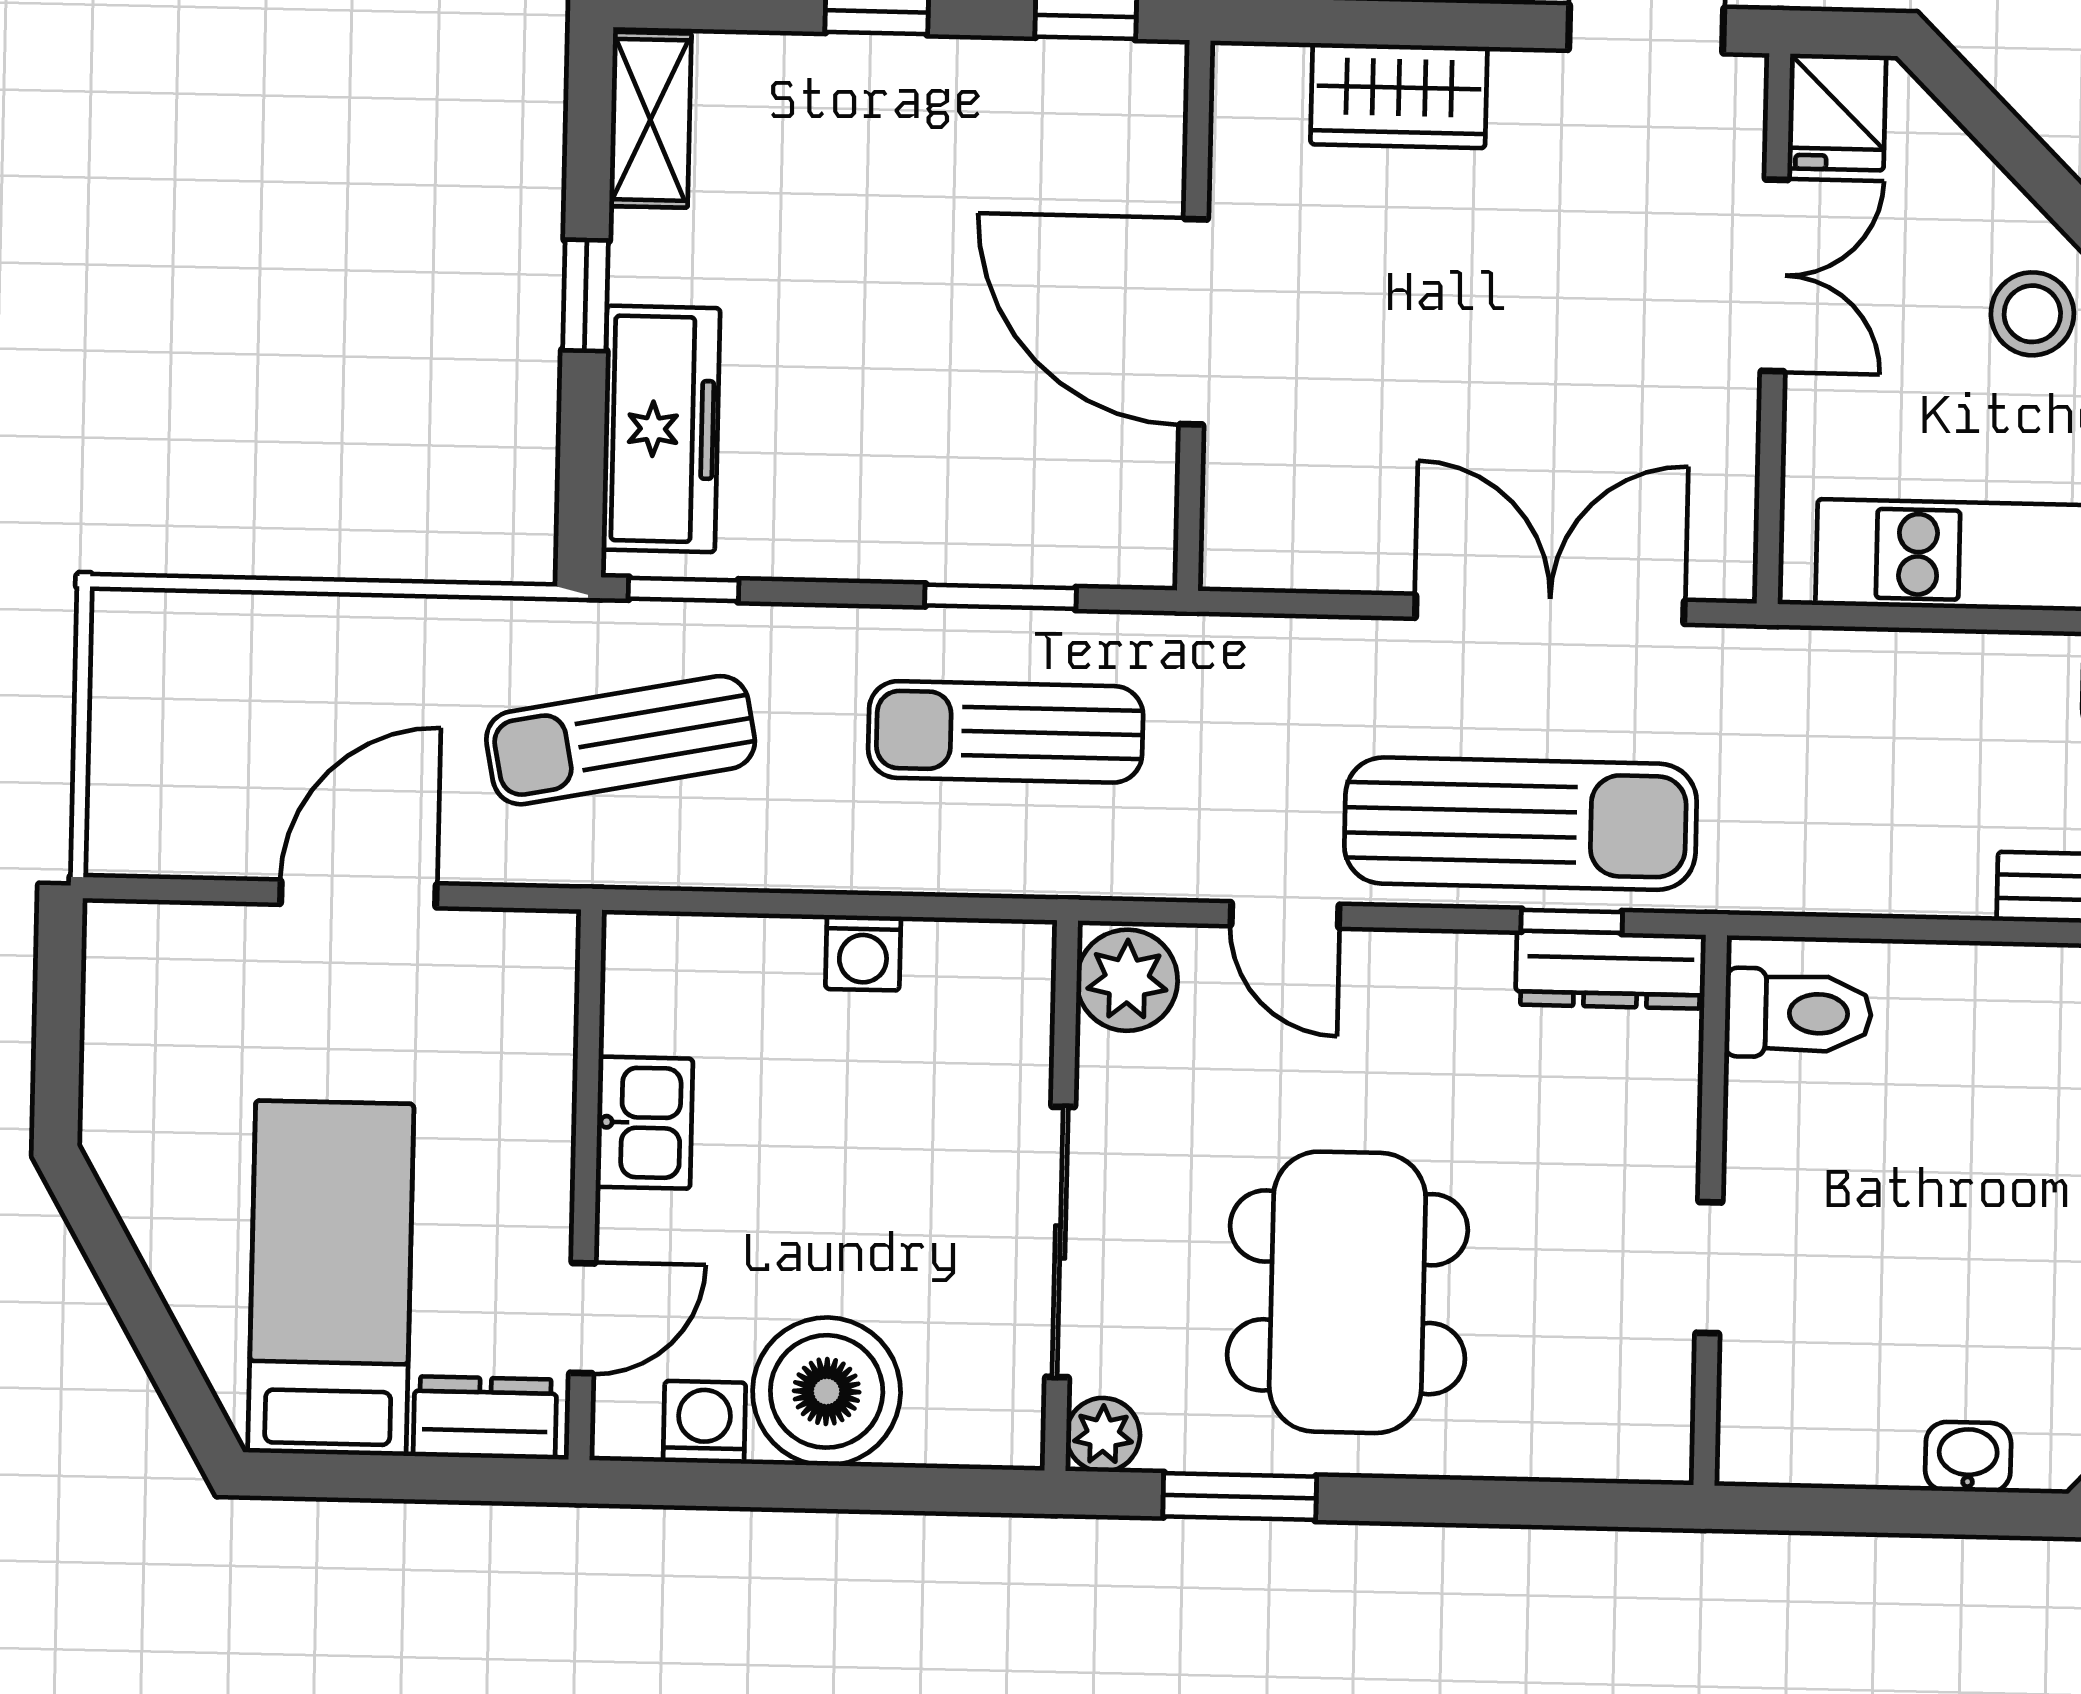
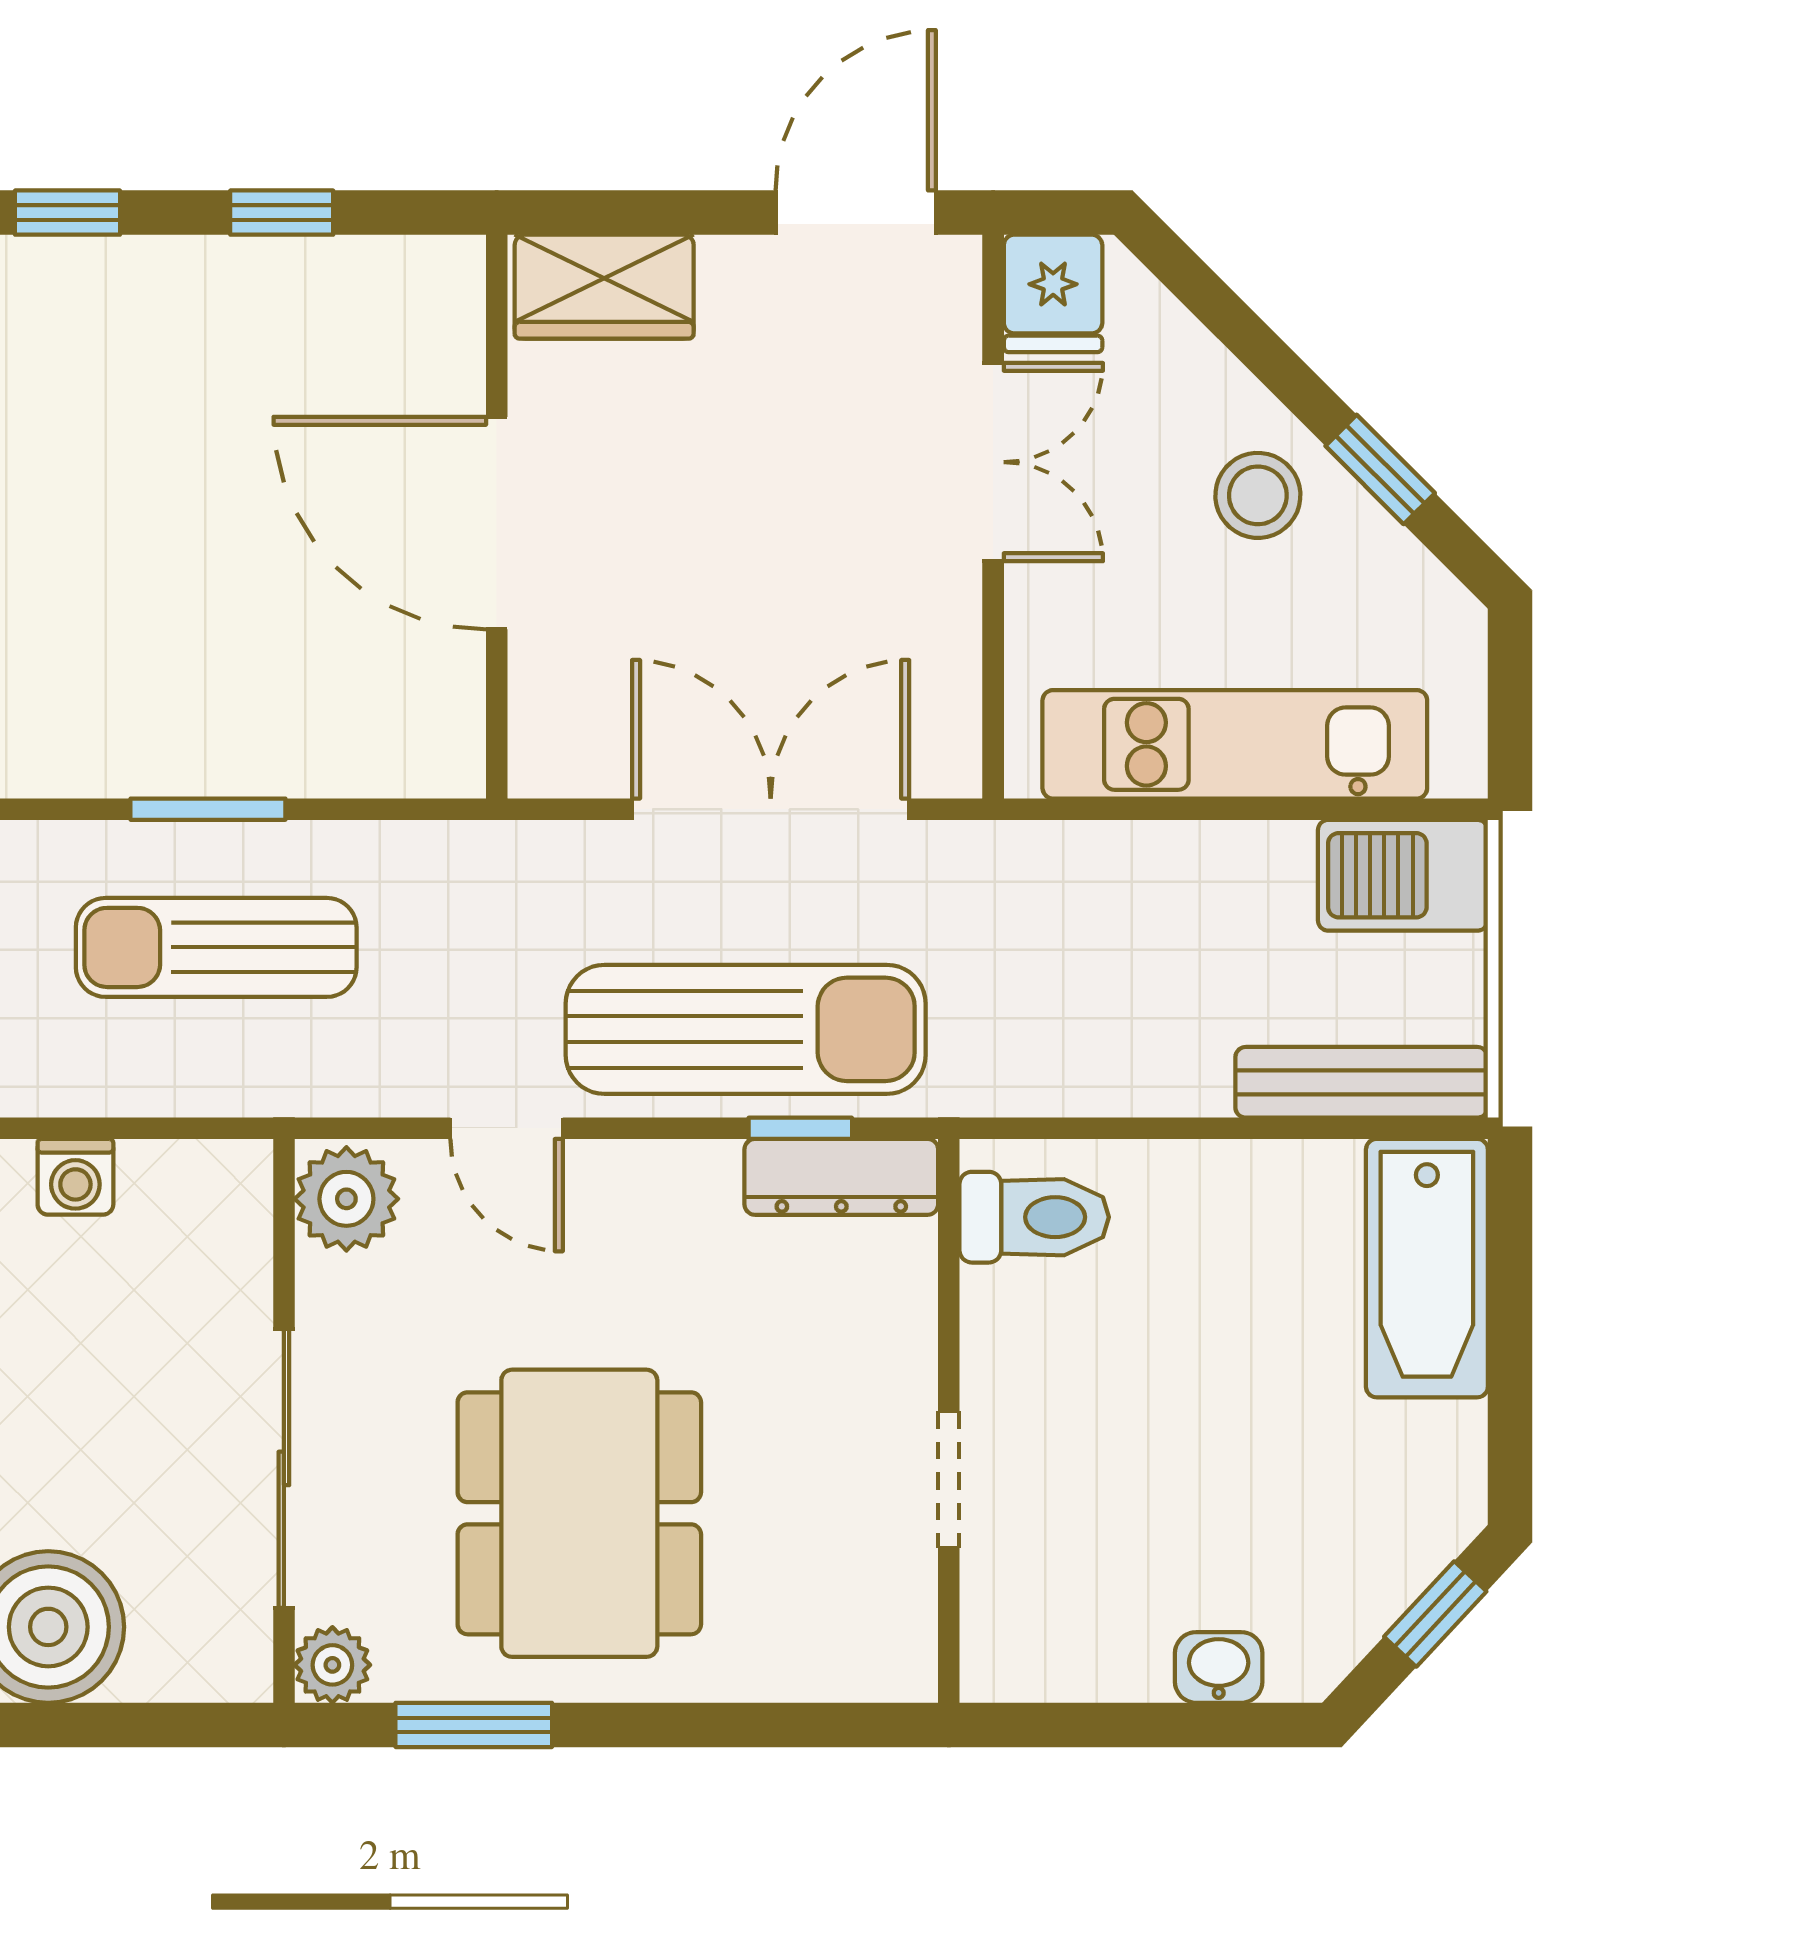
wall: (1194, 315) -> (497, 517), moved
door: (1194, 322) -> (497, 523), moved

